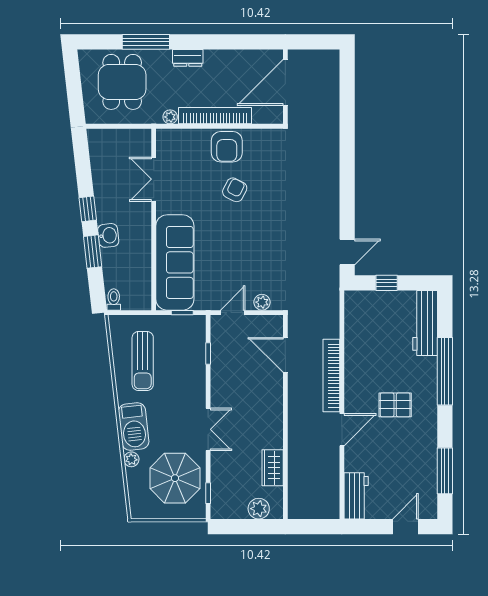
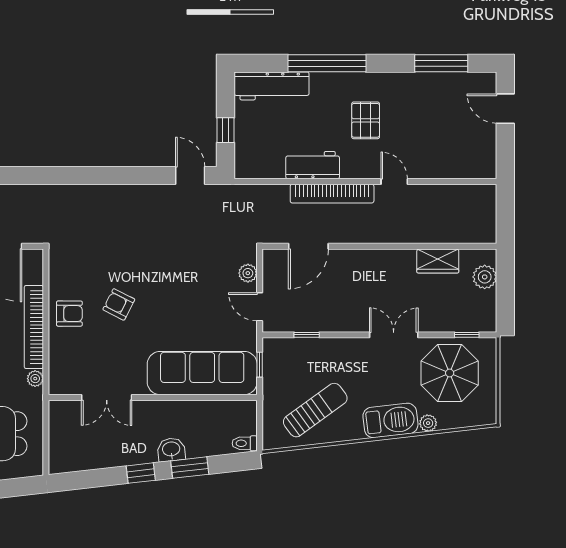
armchair: (227, 147) -> (69, 314), width x0.72, depth x0.72
sun lounger: (143, 361) -> (315, 410), turned -36
door: (342, 430) -> (394, 182), width x0.73
workbench: (356, 496) -> (313, 165), moved

